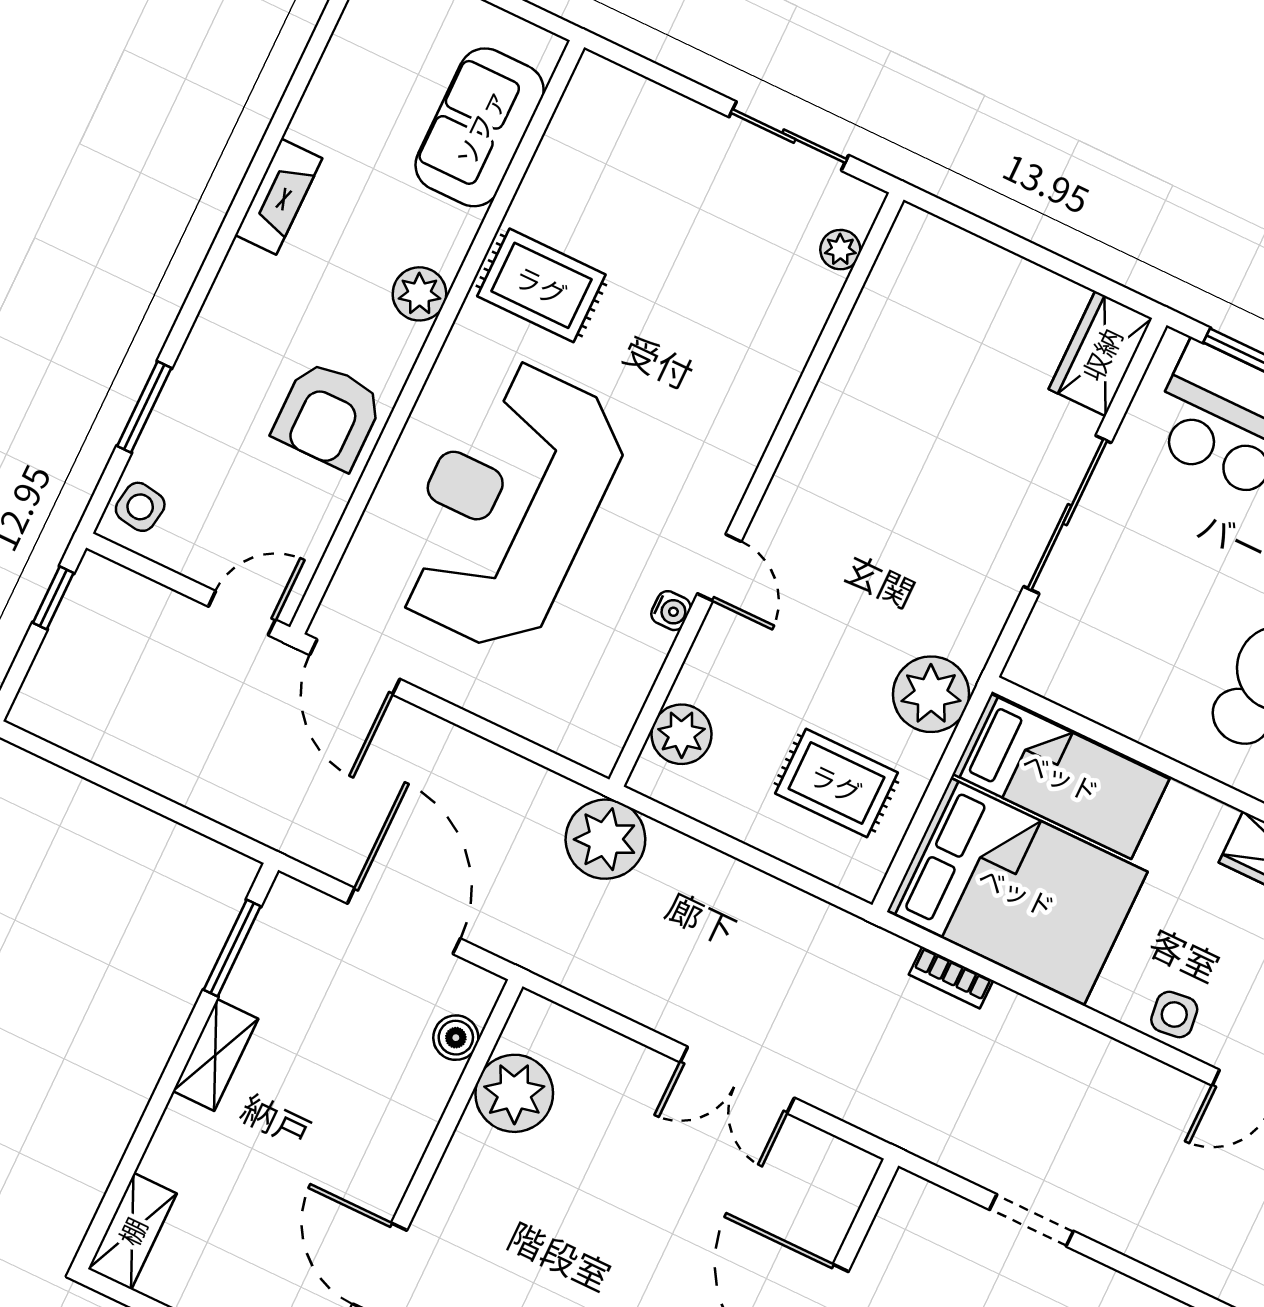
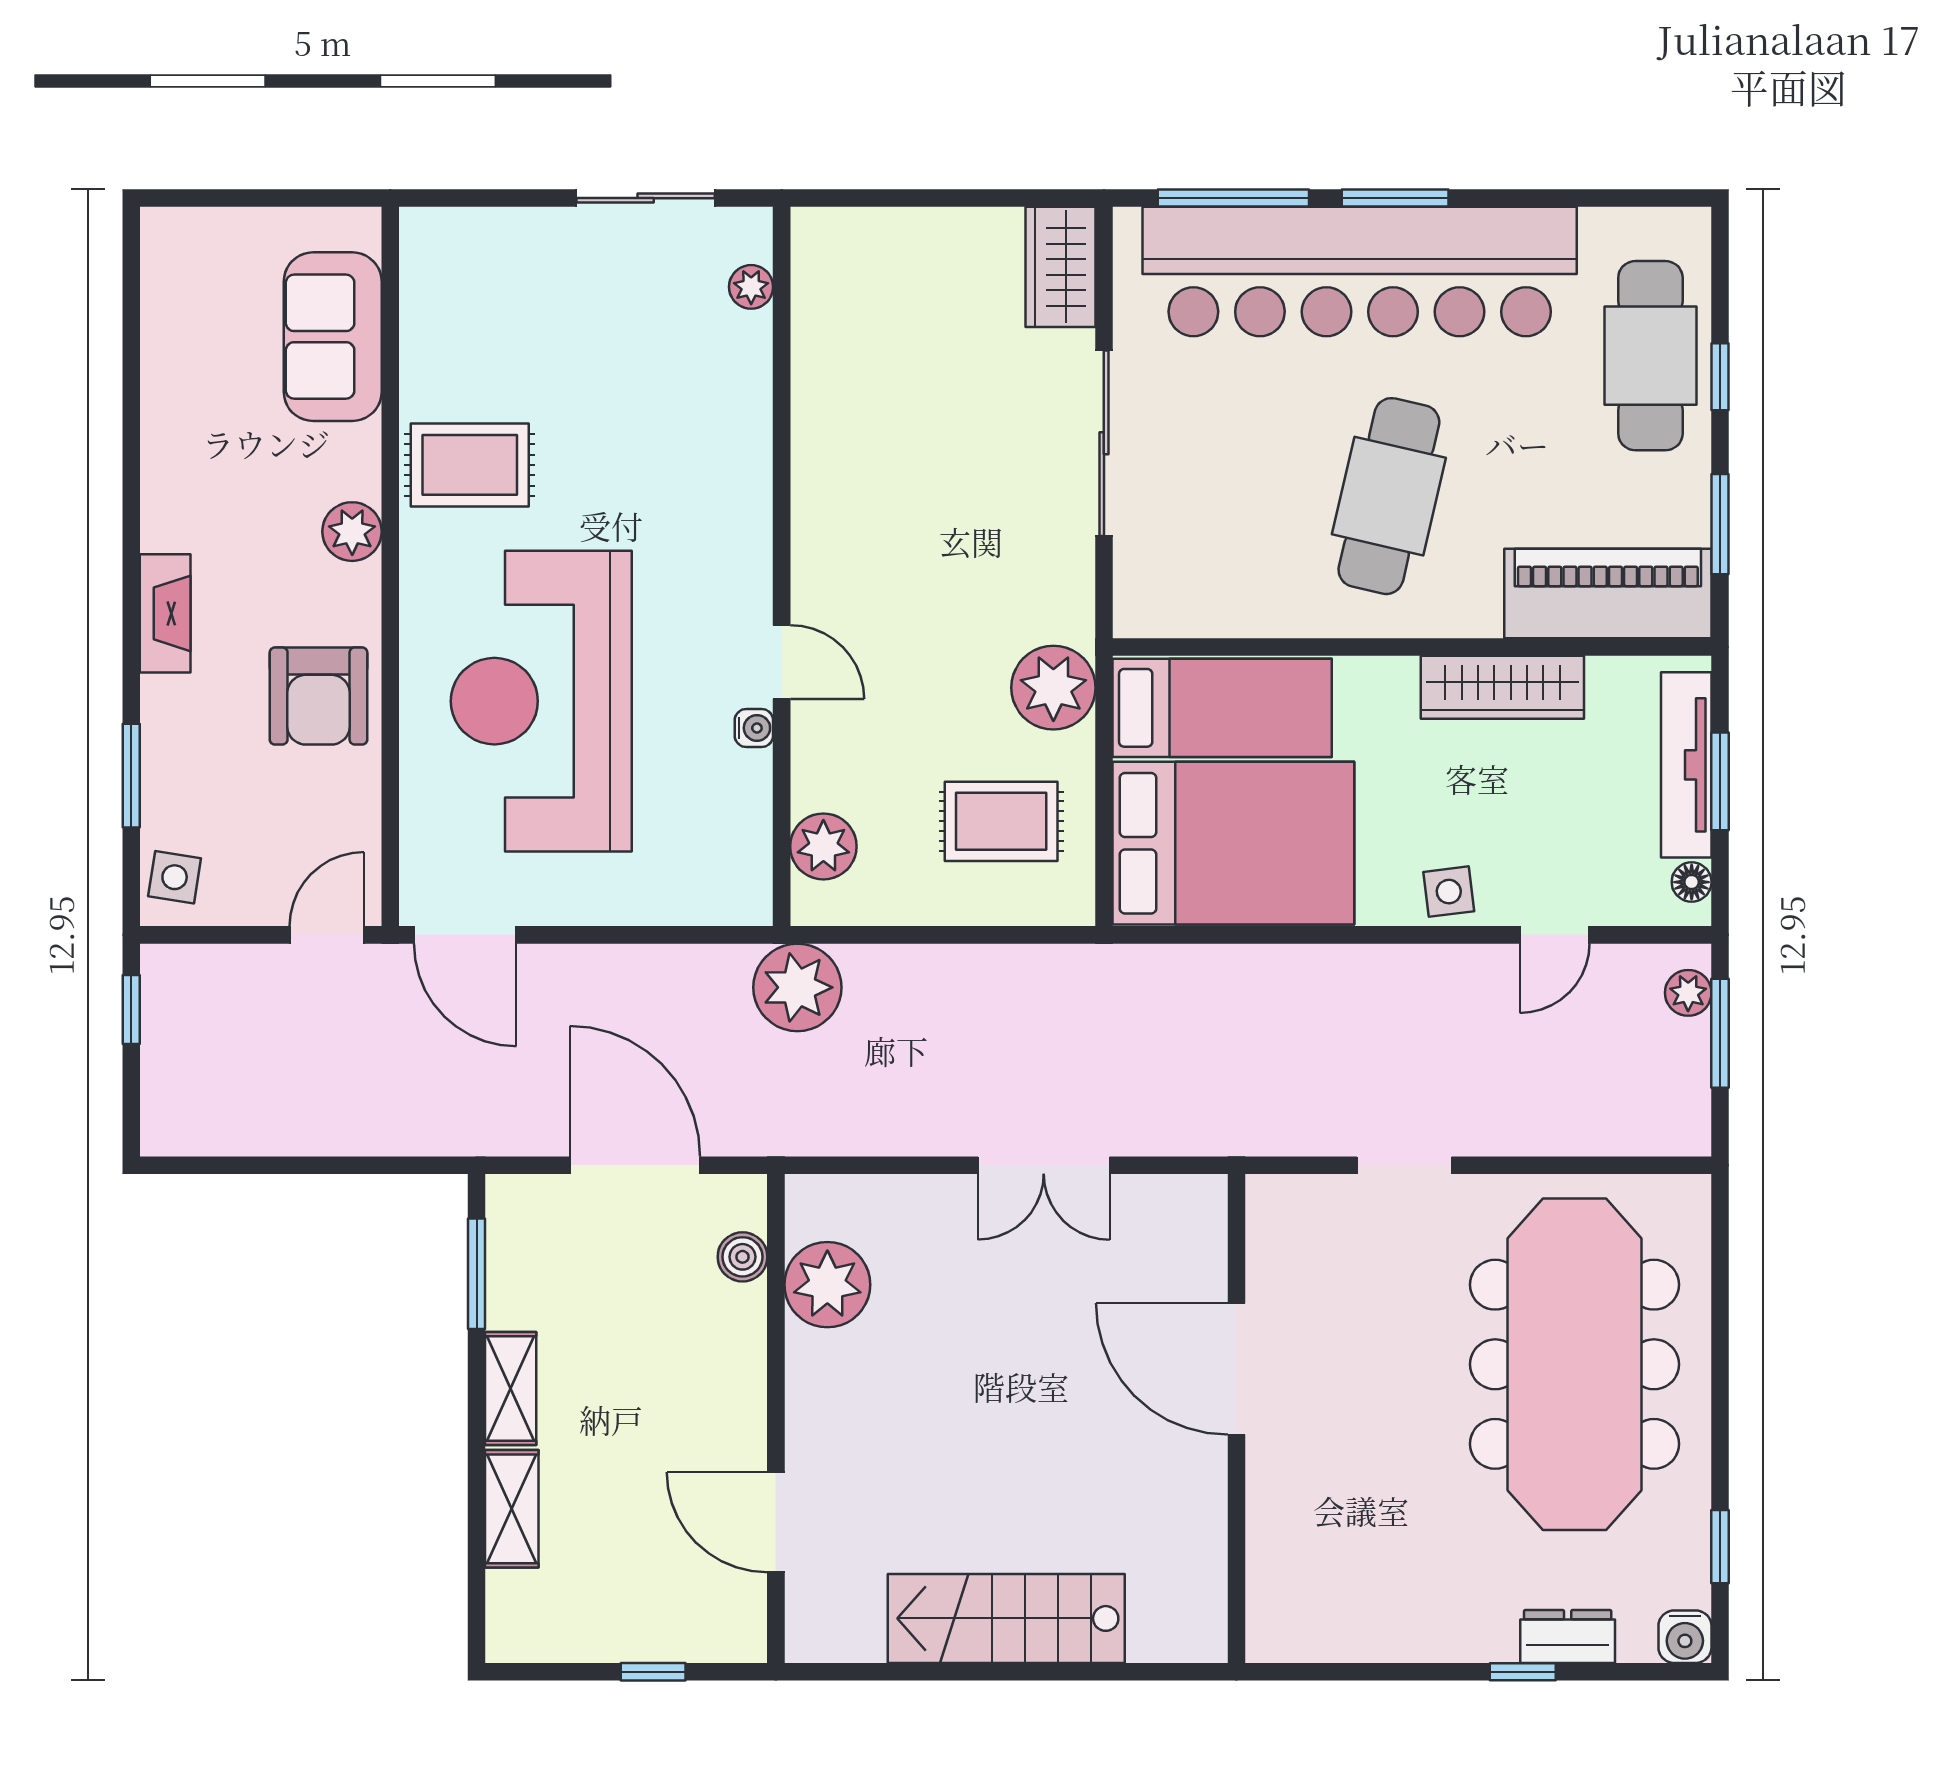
fireplace: (279, 197) -> (165, 613), moved
bookcase: (951, 977) -> (1208, 961), removed
shelving: (132, 1231) -> (512, 1509), moved

